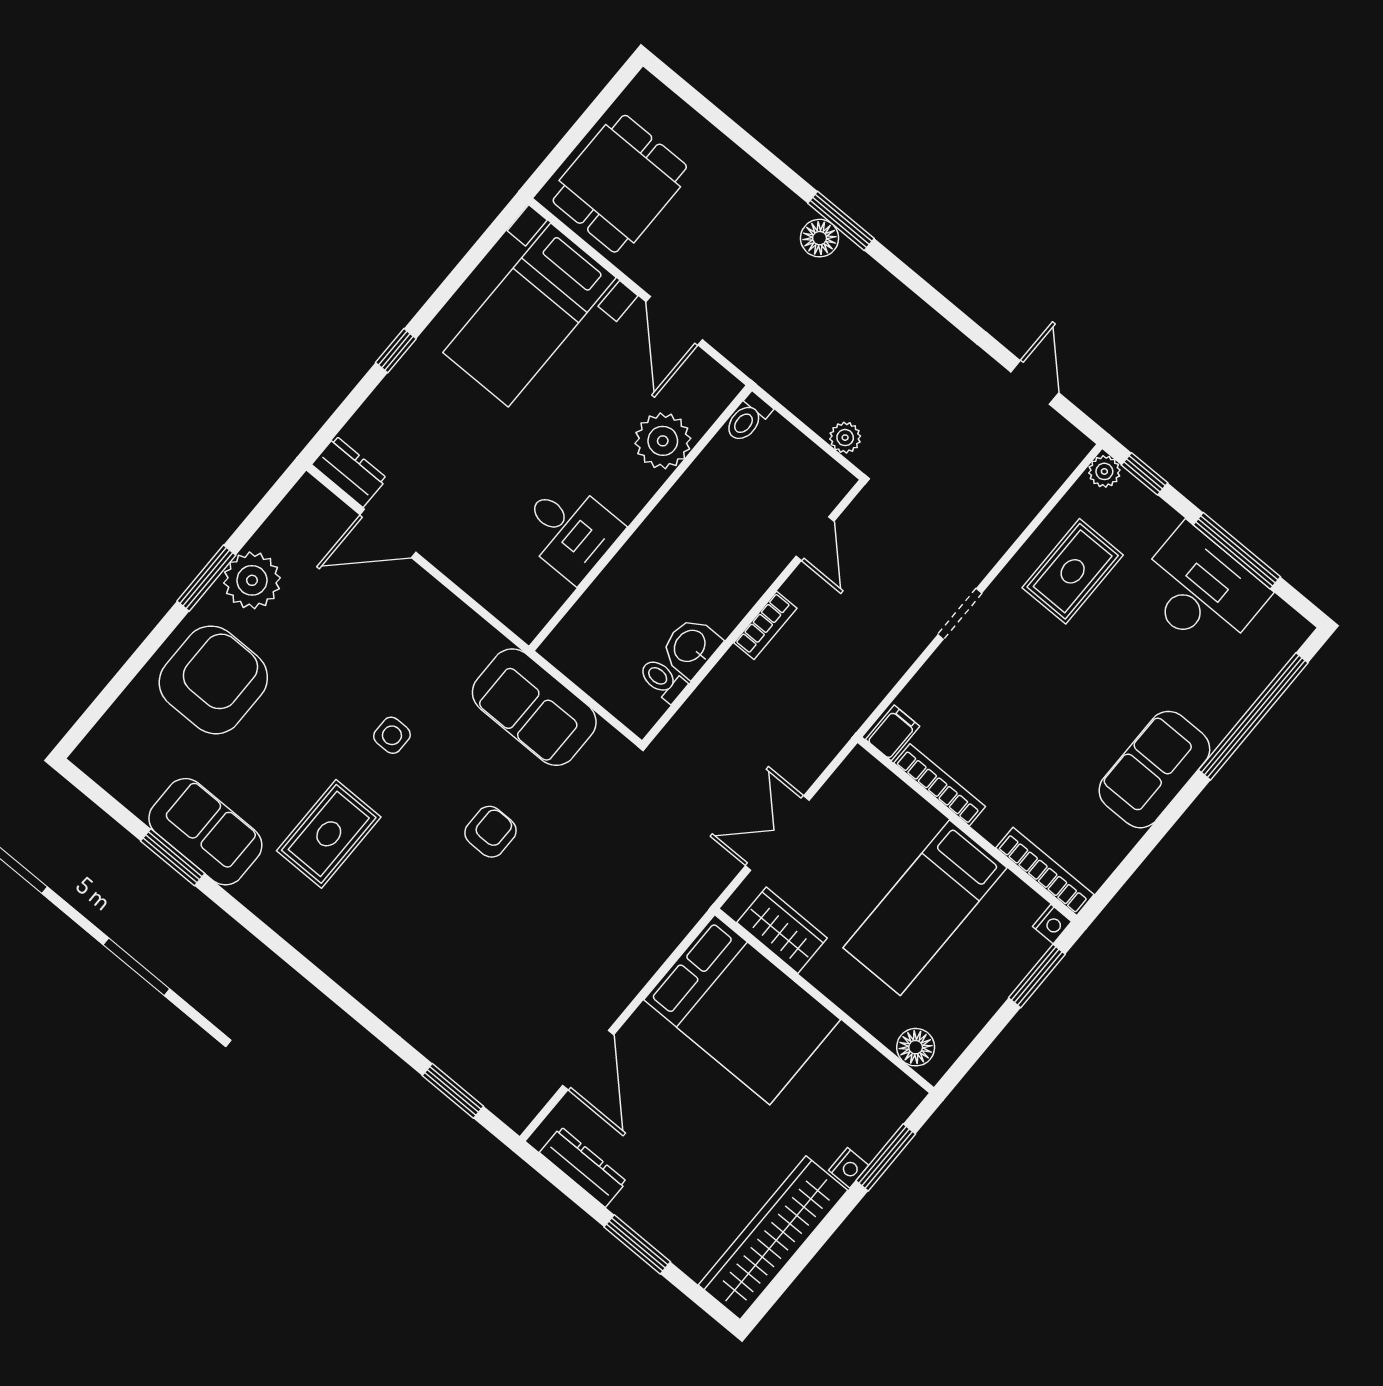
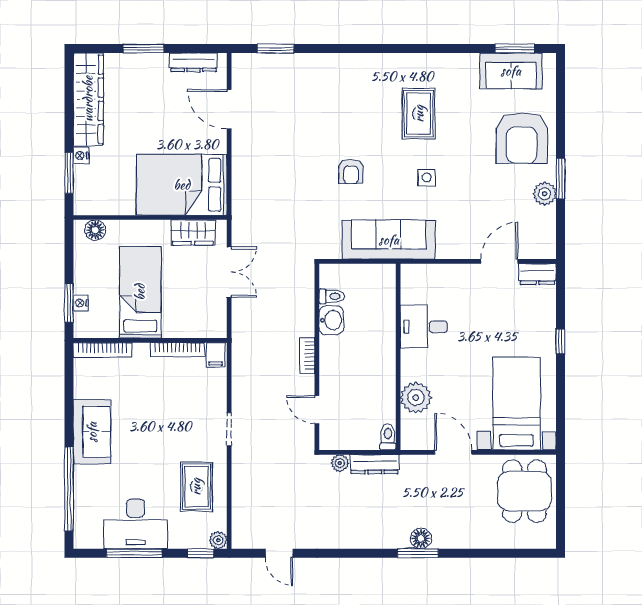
dresser: (798, 396) -> (375, 464), added
plant: (252, 580) -> (545, 194), width x0.73, depth x0.73
sofa: (534, 707) -> (389, 240), width x1.36
sofa: (205, 832) -> (511, 71), moved
window: (173, 857) -> (515, 49), moved
nightstand: (1052, 924) -> (81, 303), moved

